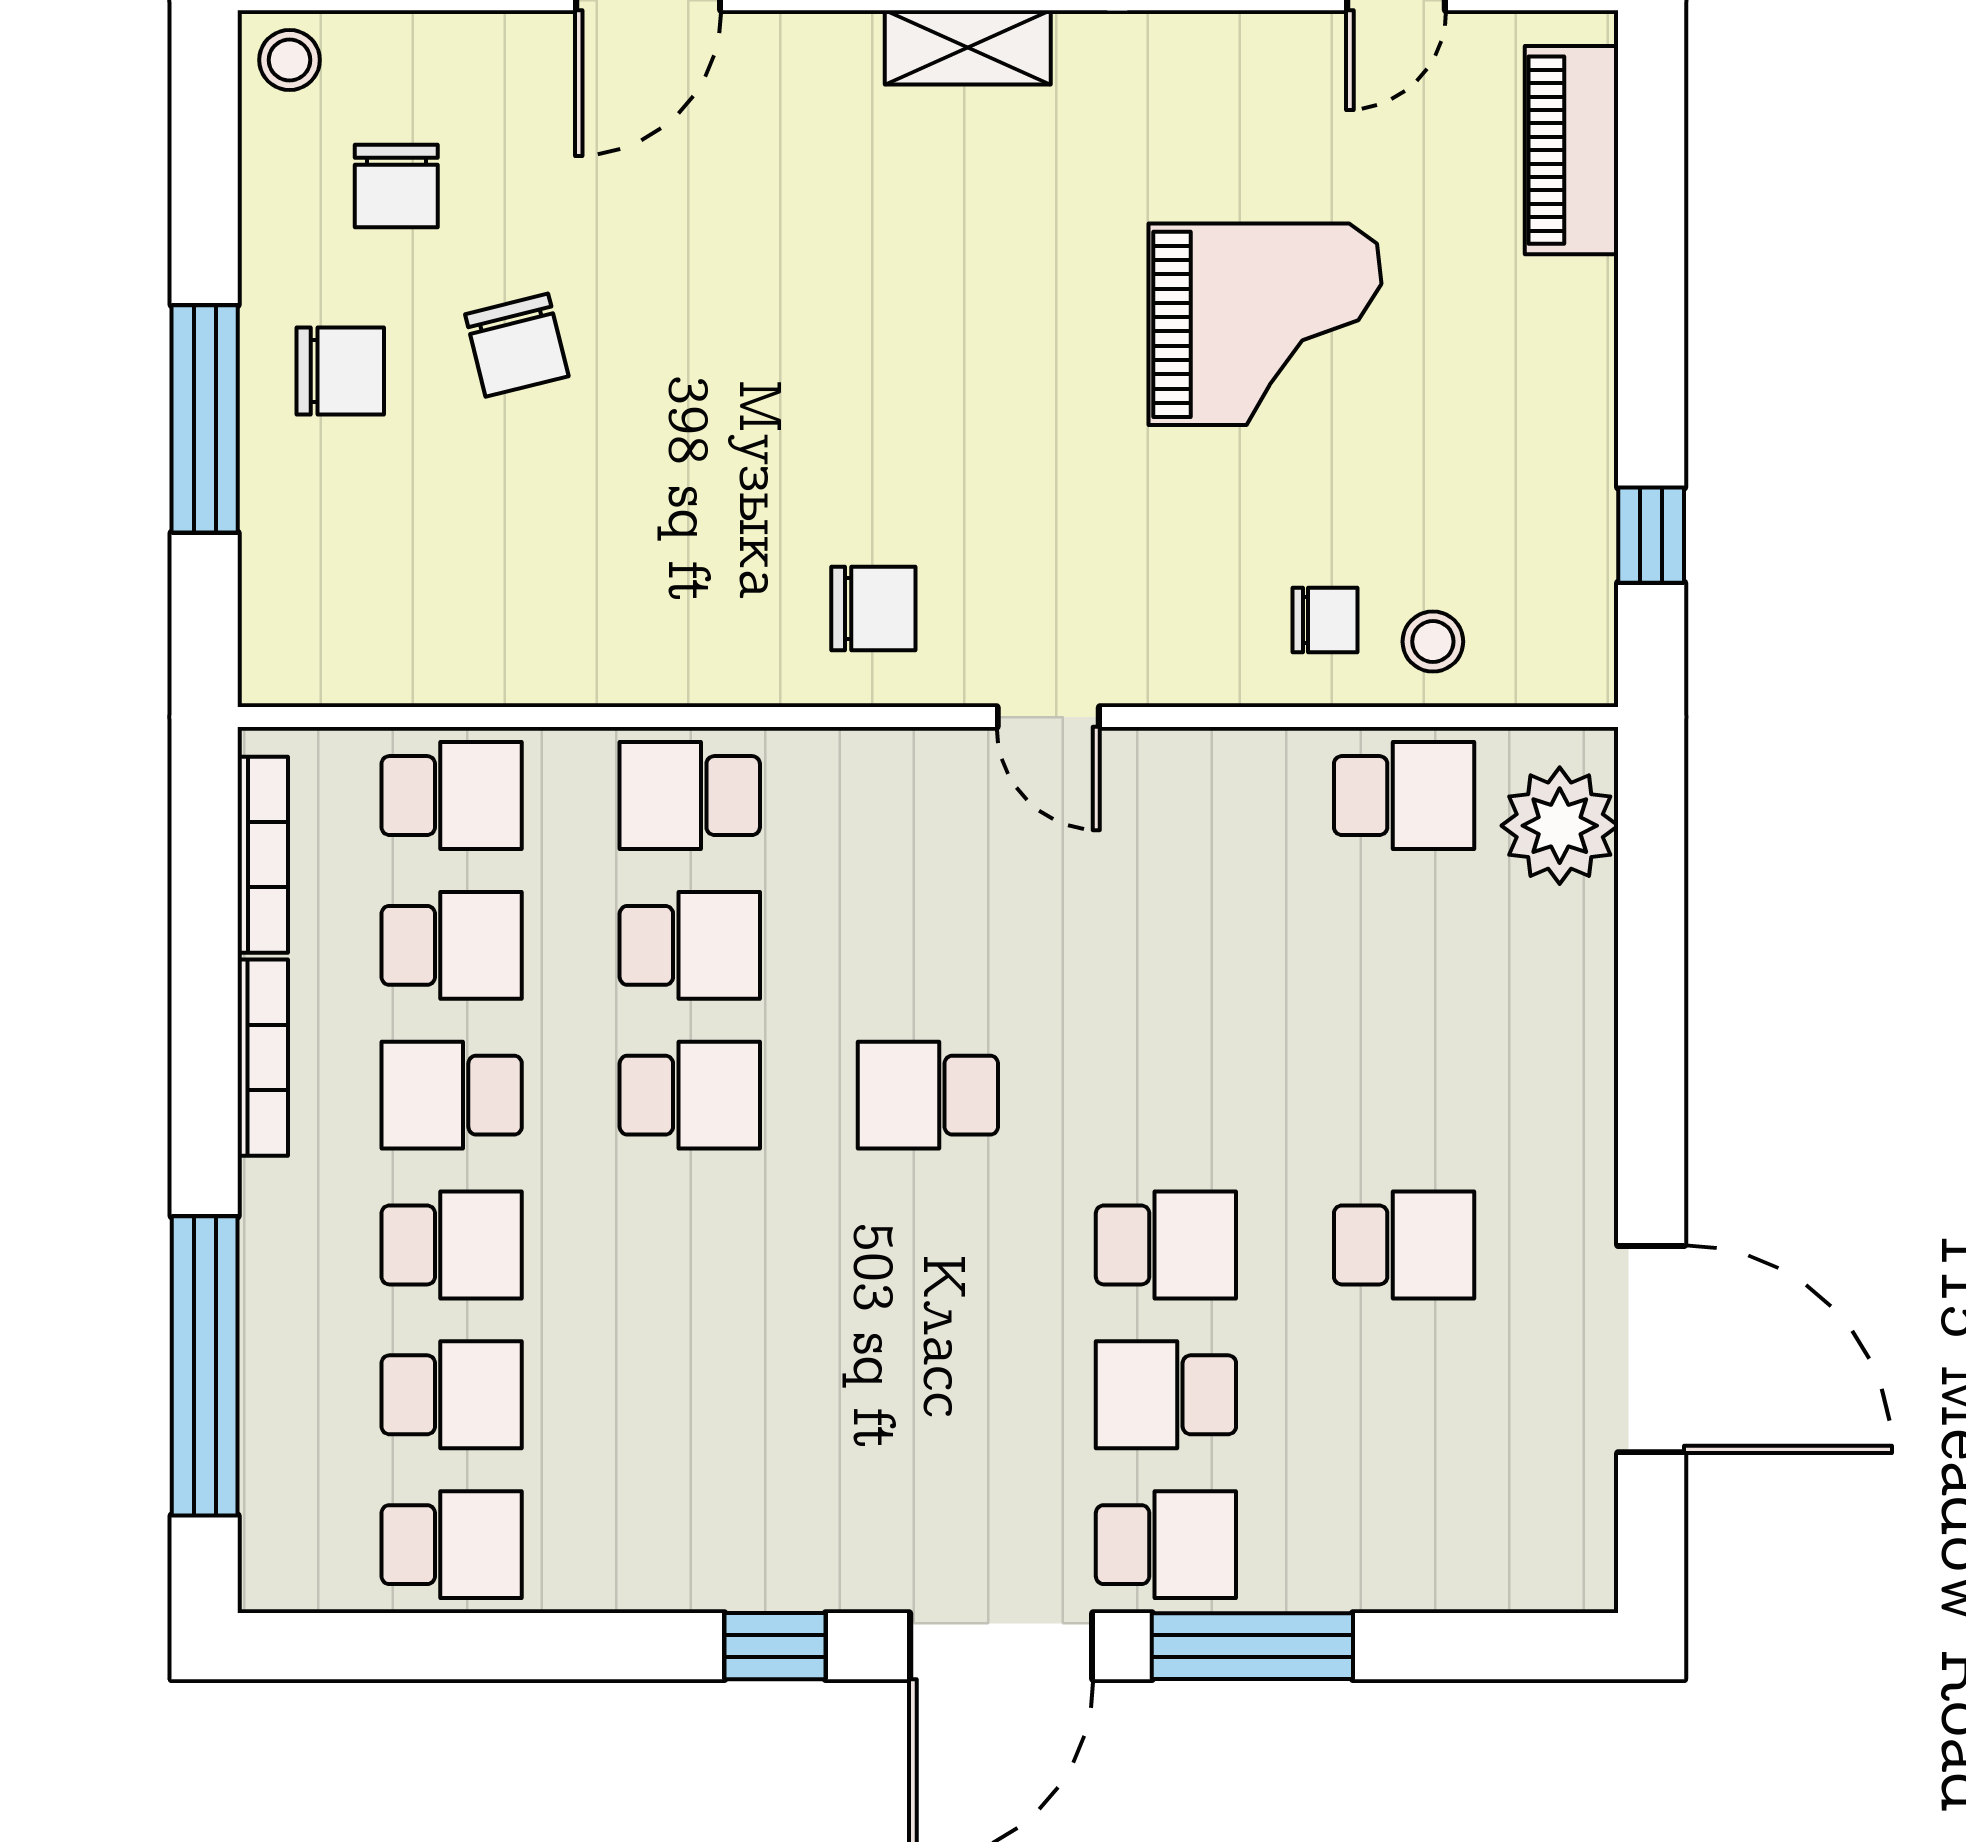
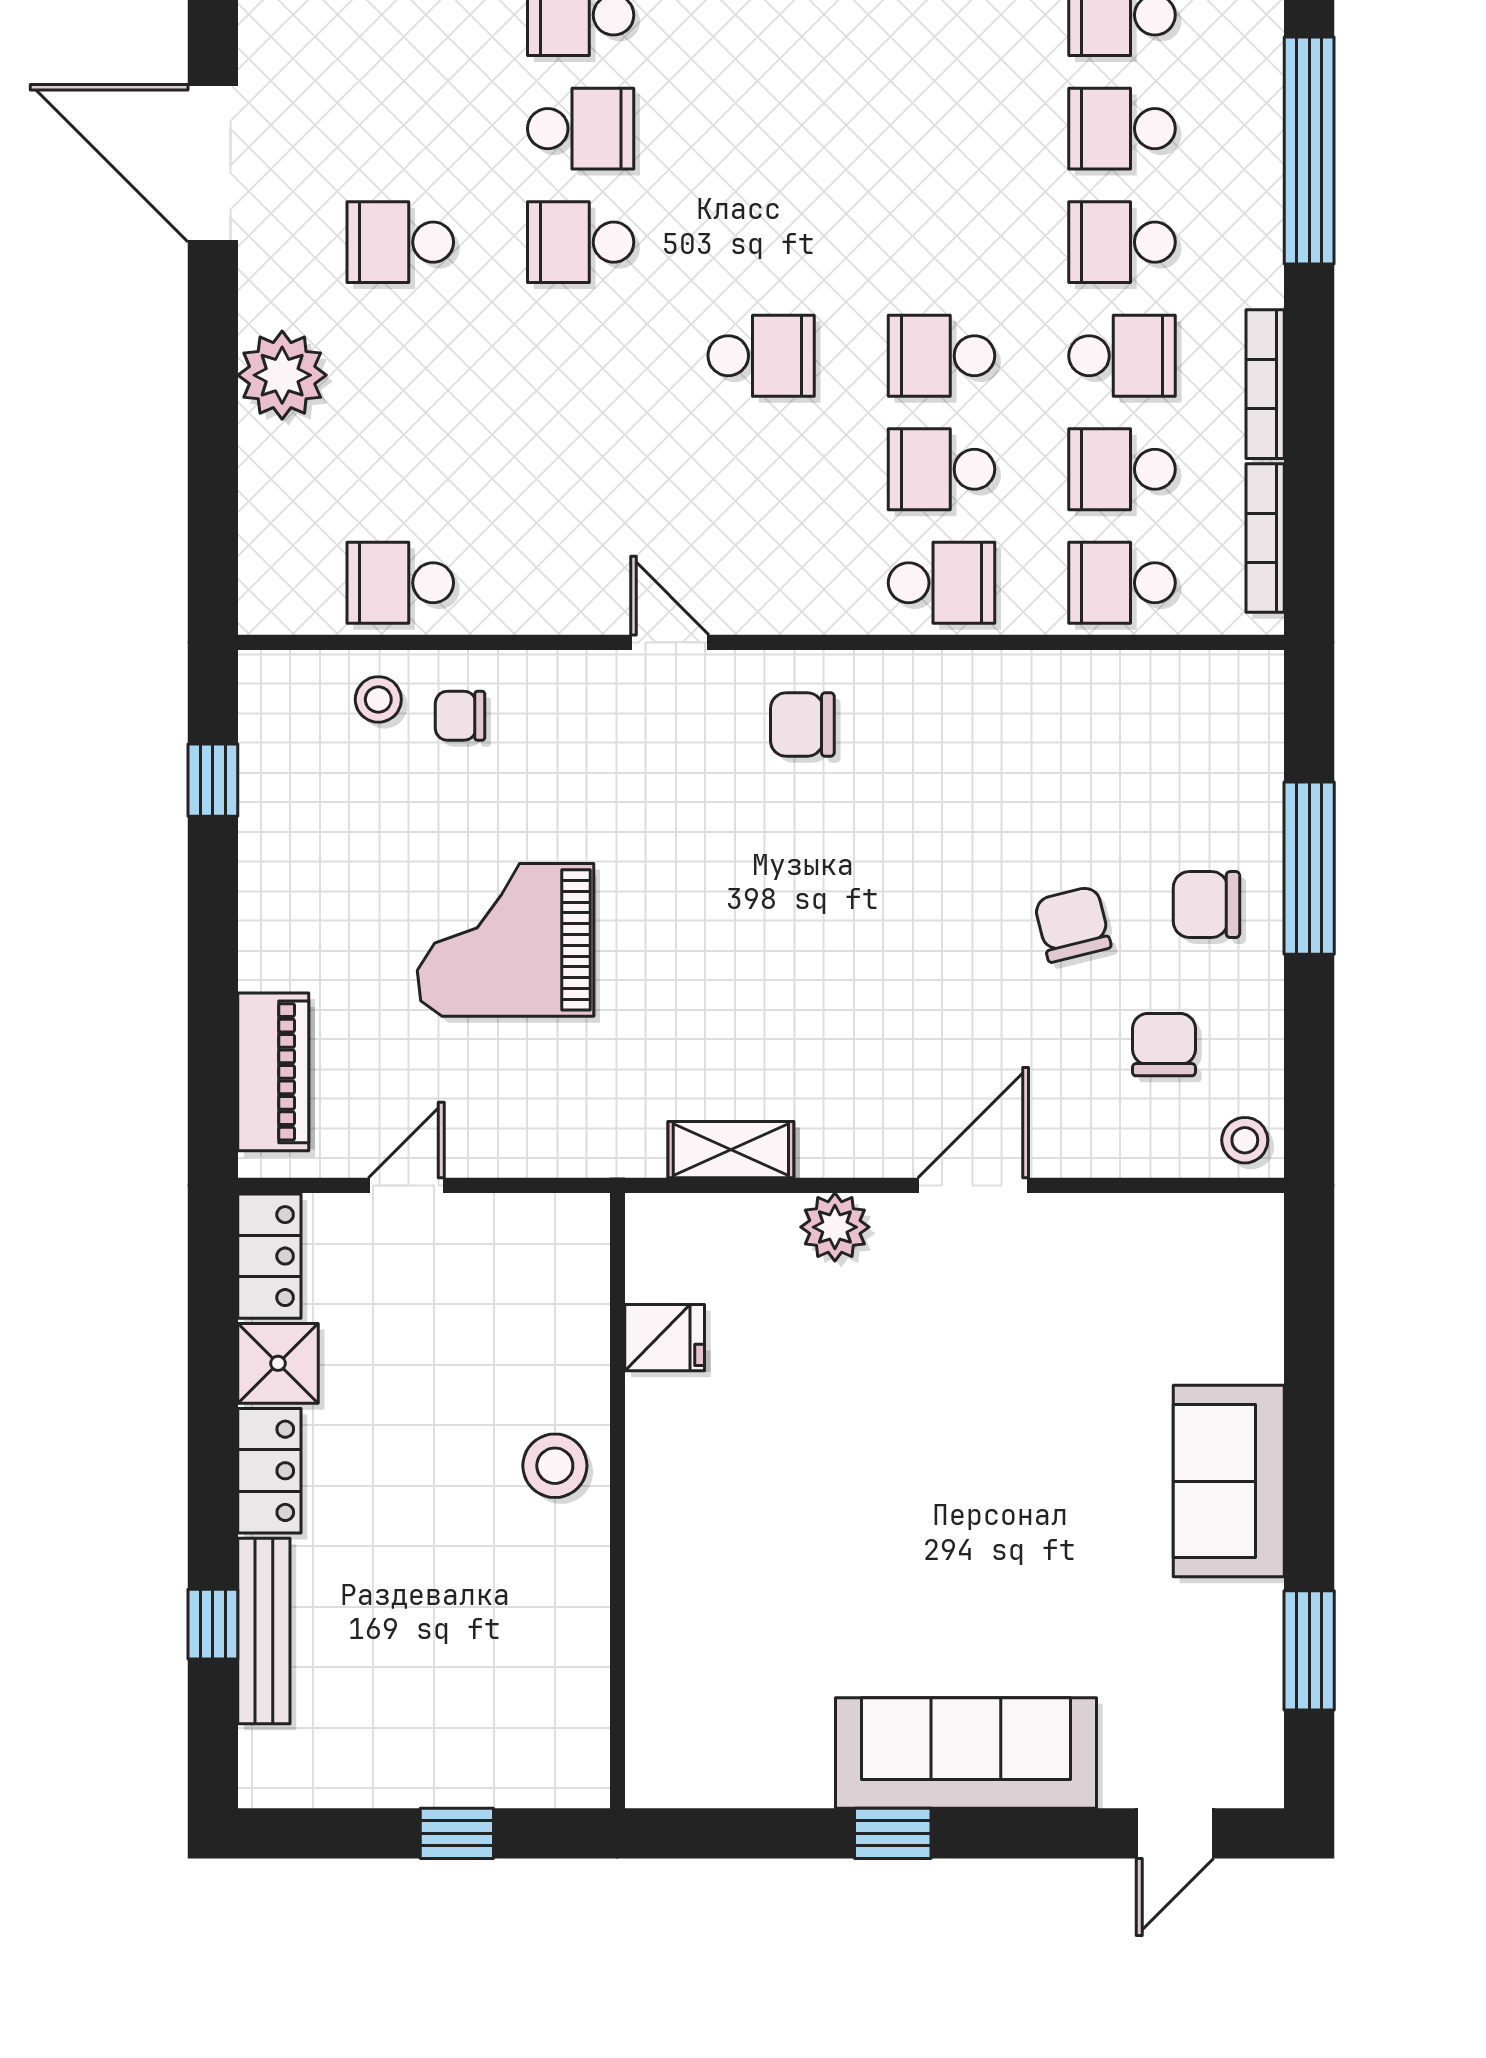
plant: (1560, 826) -> (282, 375), moved

